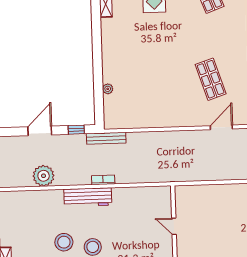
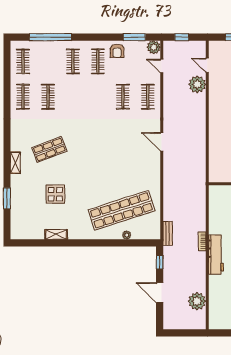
shop shelf: (211, 79) -> (121, 210), moved, width x2.00, depth x1.36
bench: (106, 138) -> (168, 233), width x0.73
plant: (44, 176) -> (197, 301), moved

